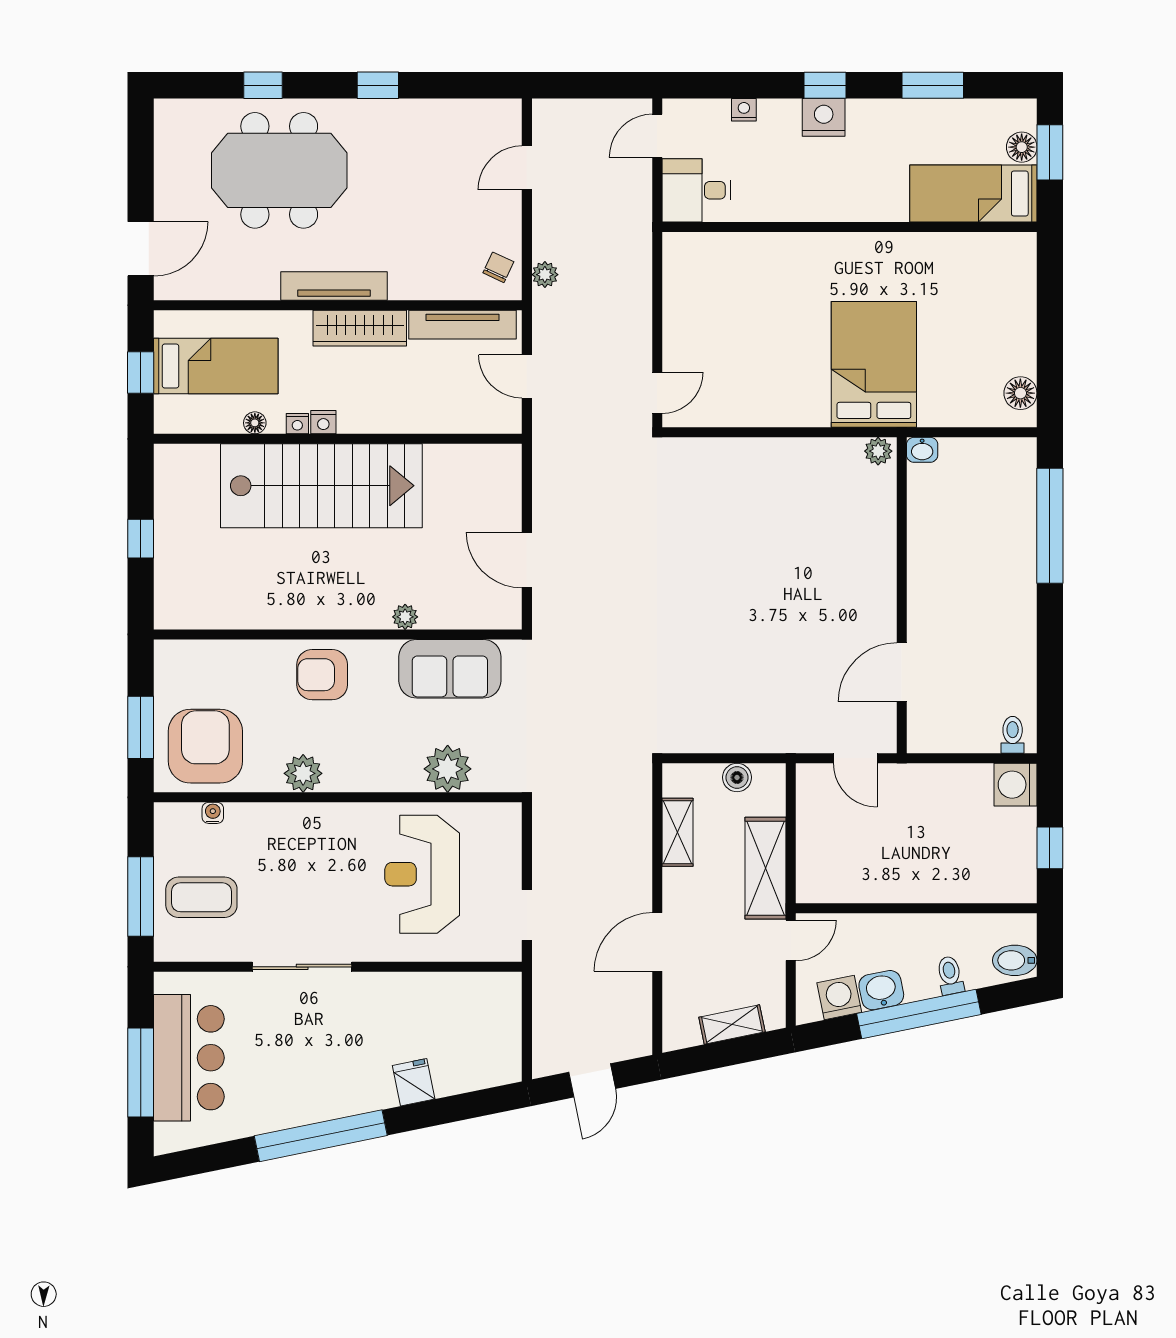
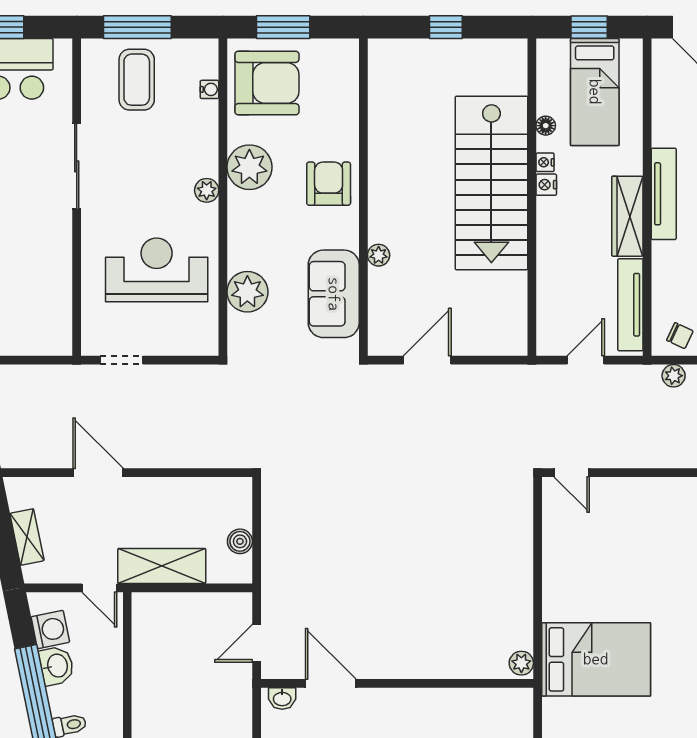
washbasin: (922, 450) -> (282, 698), moved, turned -90
plant: (303, 773) -> (249, 167), width x1.36, depth x1.36
plant: (330, 816) -> (207, 190), added
shelving: (677, 832) -> (193, 490), removed

